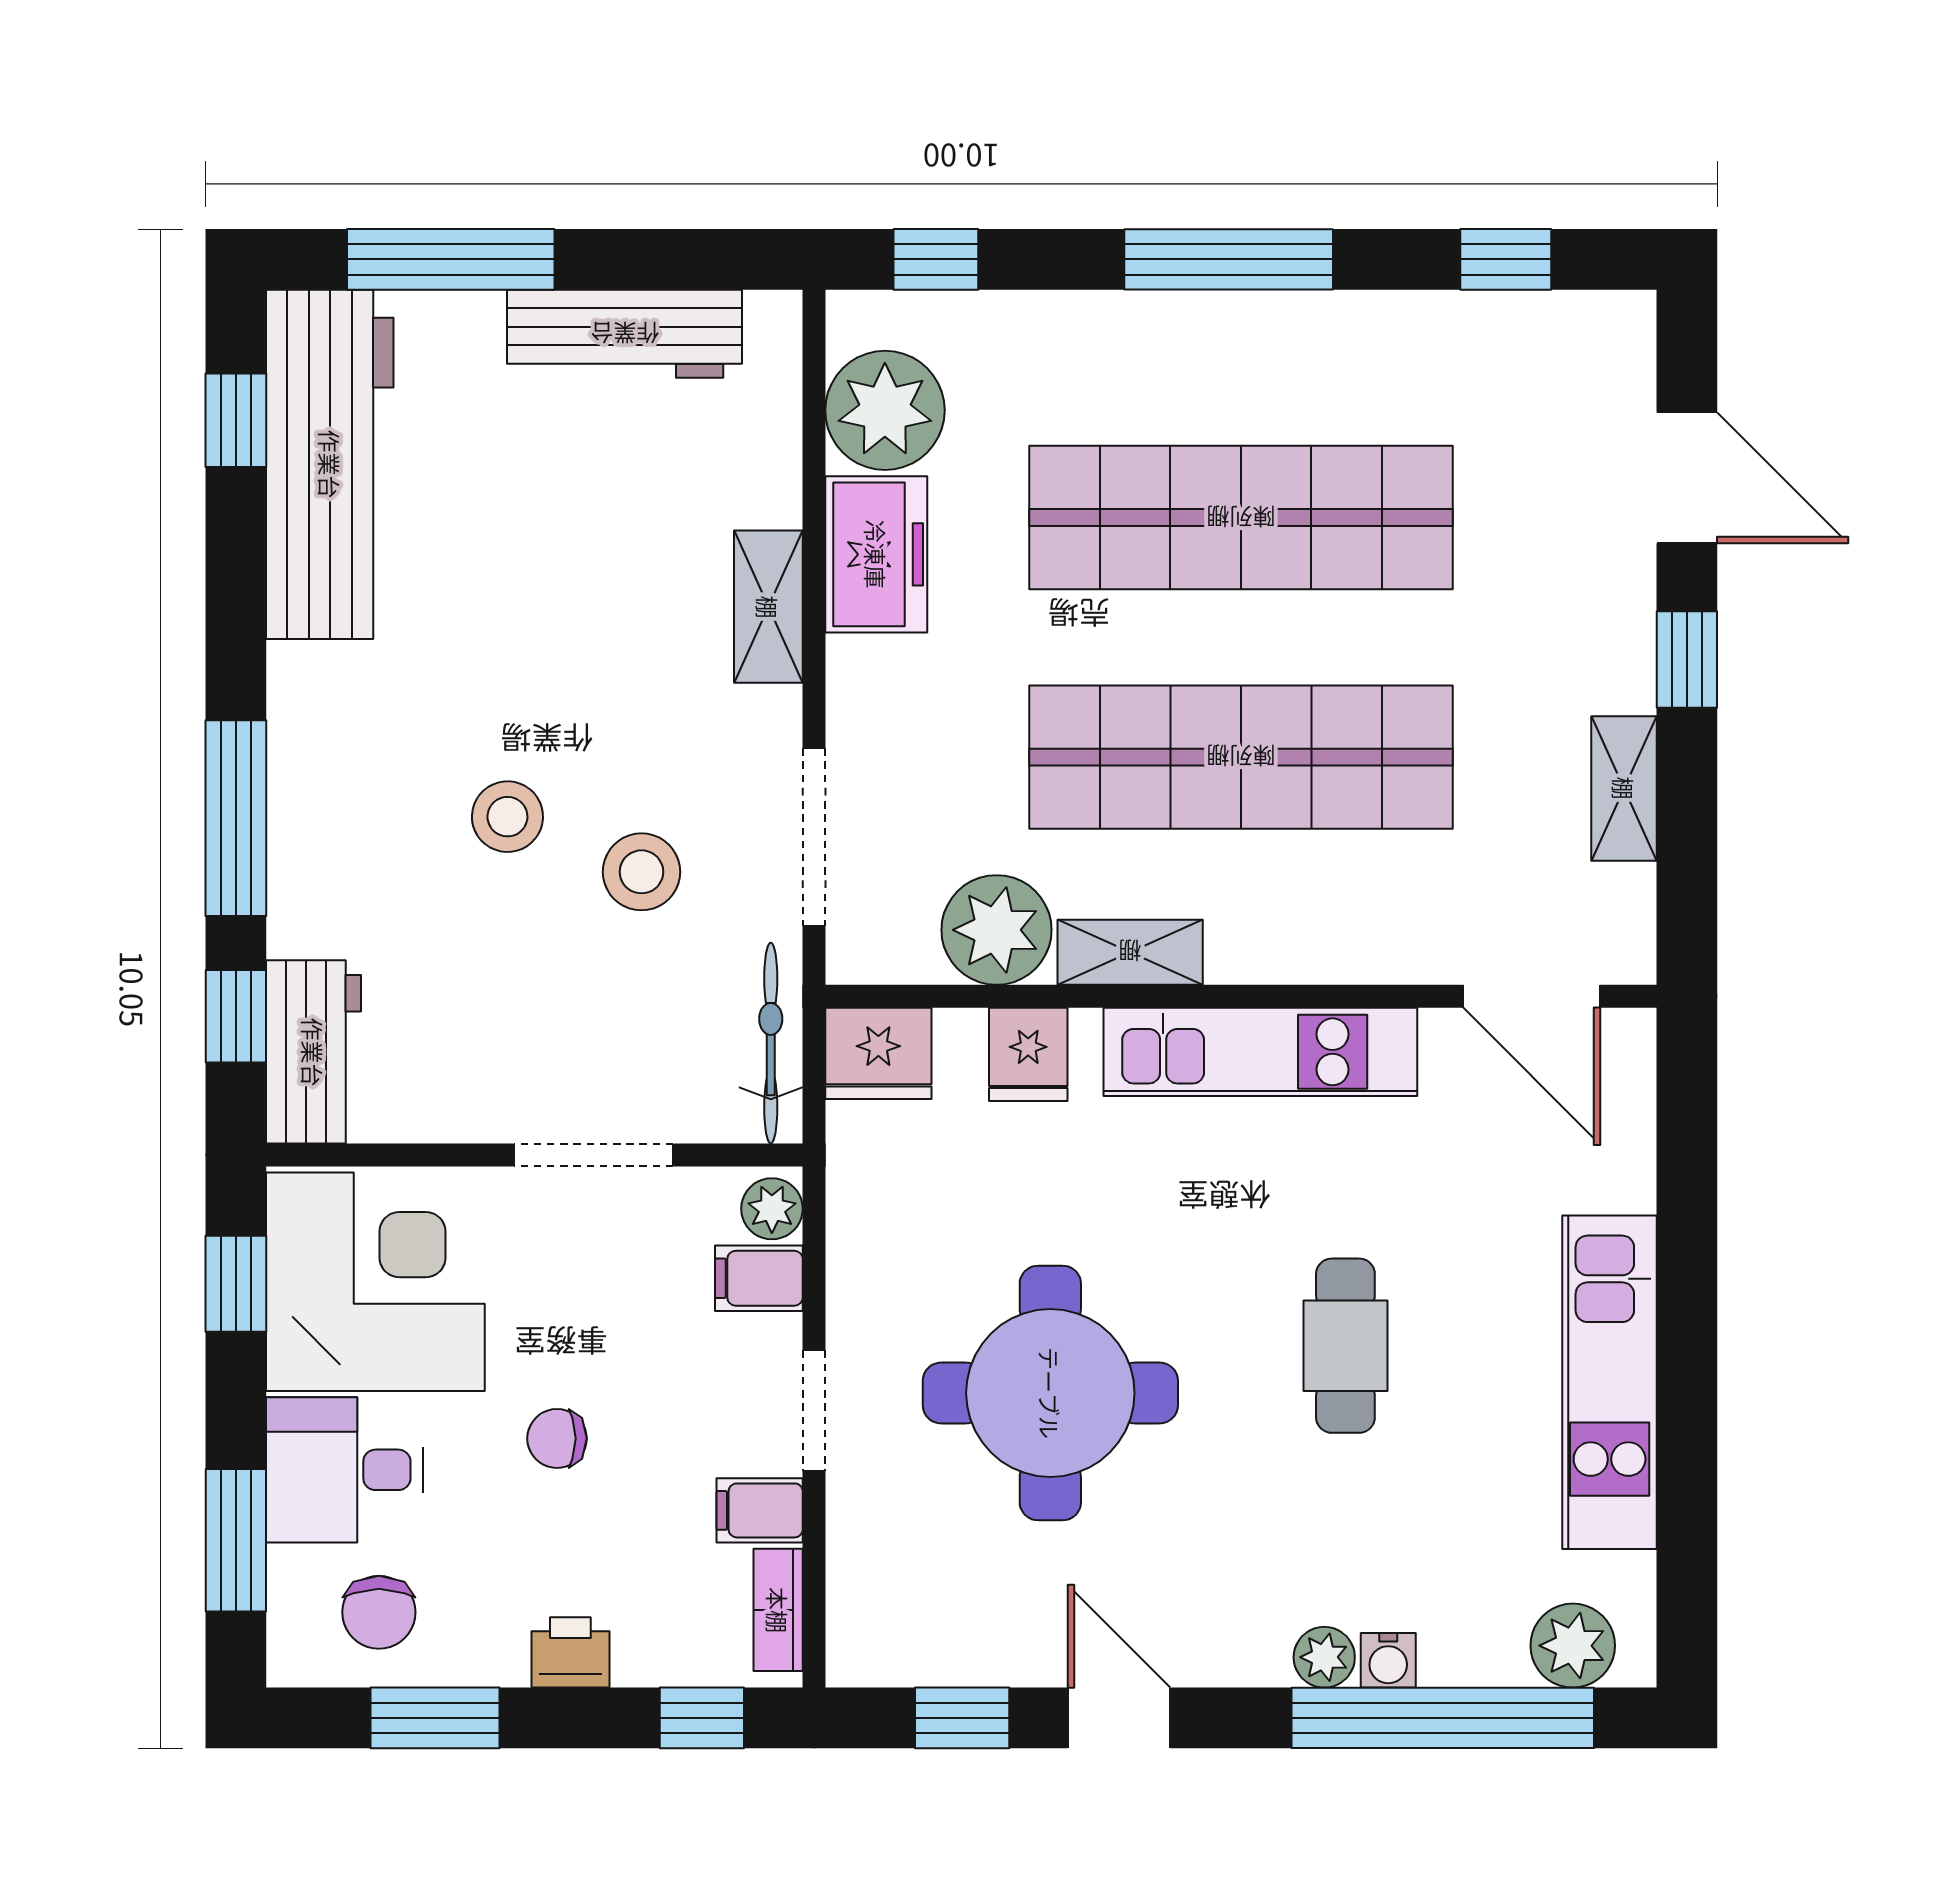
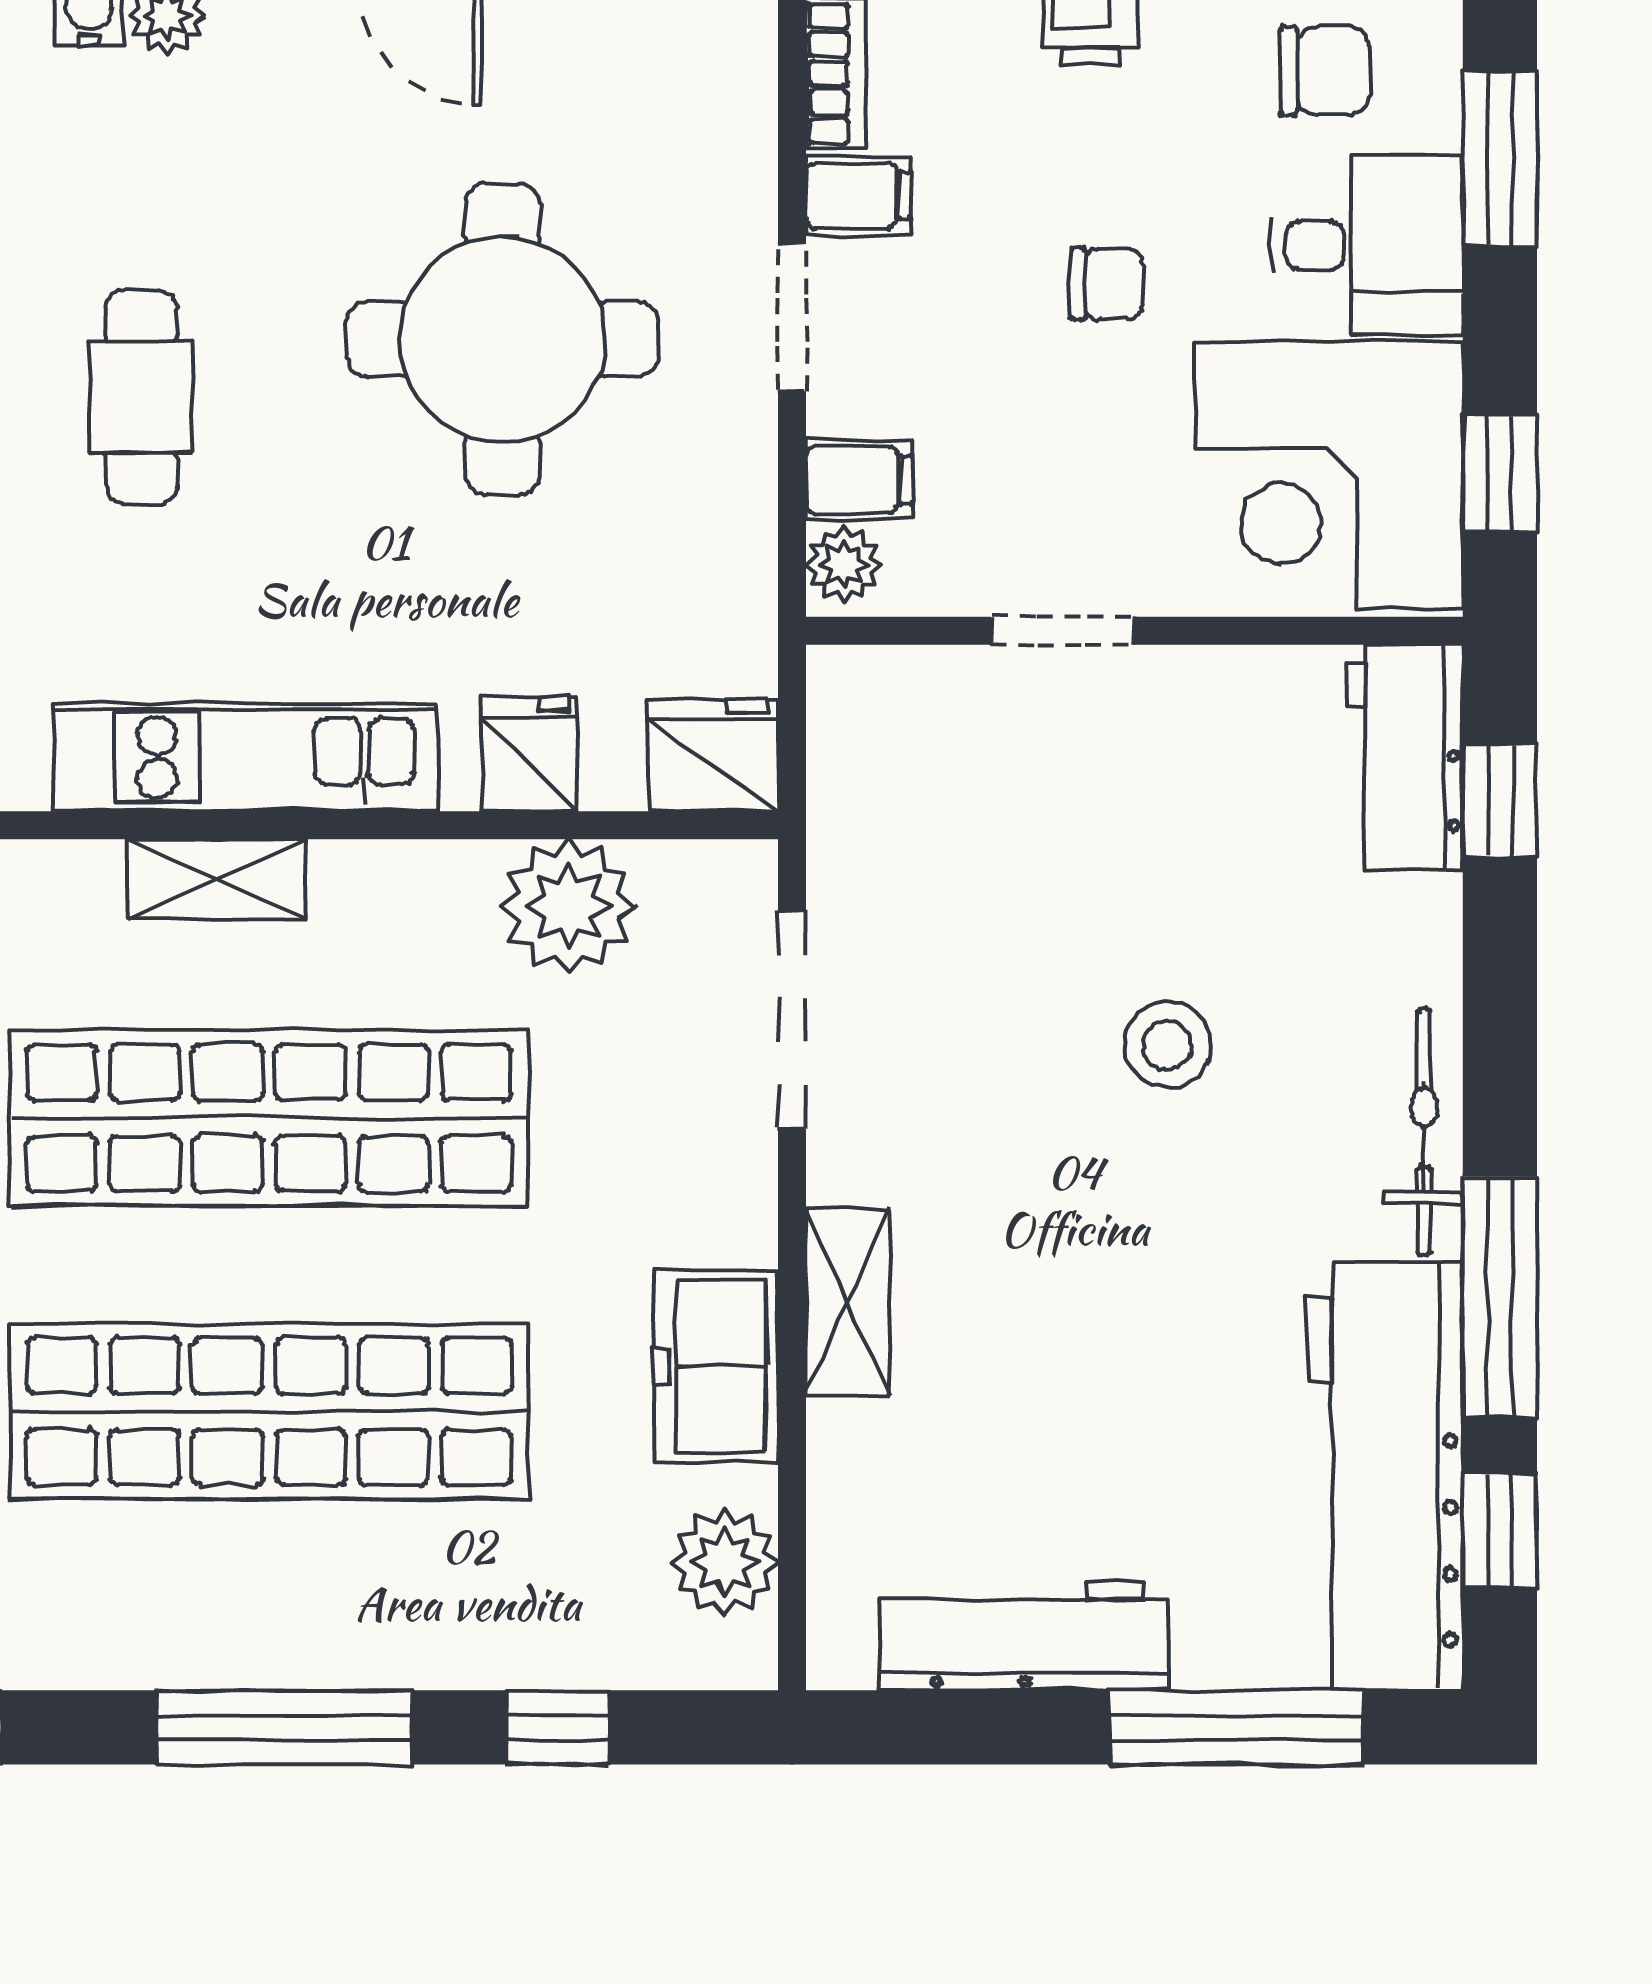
window: (936, 259) -> (558, 1727), moved
plant: (885, 410) -> (725, 1562), width x0.73, depth x0.73
window: (236, 818) -> (1500, 1297), moved
stool: (641, 872) -> (1003, 978), removed
shelving: (1130, 952) -> (217, 879), moved
bicycle: (771, 1043) -> (1424, 1132), moved, turned 180
doorway: (594, 1155) -> (1062, 631), width x0.73
chair: (379, 1612) -> (1325, 71), turned 90

